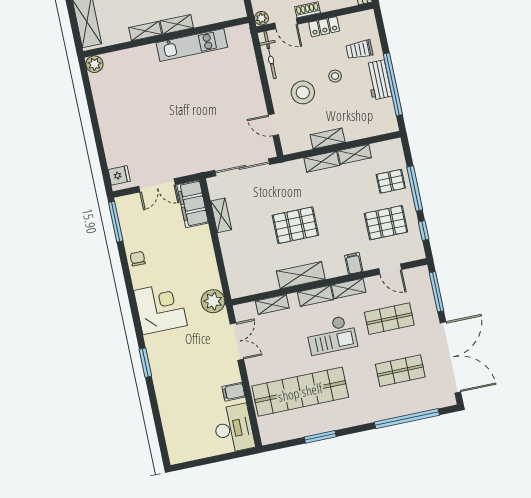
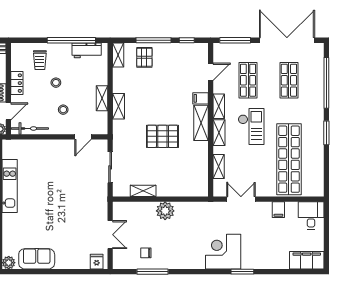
workbench: (379, 80) -> (87, 50), moved
stool: (303, 92) -> (63, 110), width x0.53, depth x0.53
sofa: (107, 99) -> (37, 259), added
shelving: (355, 154) -> (118, 55), moved
sliding door: (242, 167) -> (110, 167), width x0.73
filing cabinet: (193, 204) -> (307, 260), moved, turned 180
window: (116, 222) -> (153, 272), moved
pallet: (386, 223) -> (175, 67), removed
pallet: (295, 225) -> (162, 136), turned 90
chair: (138, 259) -> (146, 253), moved
shelving: (301, 275) -> (201, 123), moved
plant: (213, 301) -> (165, 211), moved
corner desk: (160, 308) -> (223, 252), moved
desk: (234, 429) -> (311, 216), width x0.73
window: (320, 437) -> (326, 133), moved

